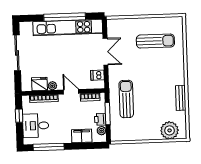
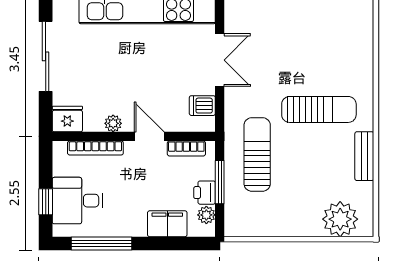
sun lounger: (155, 41) -> (319, 109), moved
fridge: (39, 84) -> (67, 119), moved
window: (19, 116) -> (46, 202), moved

